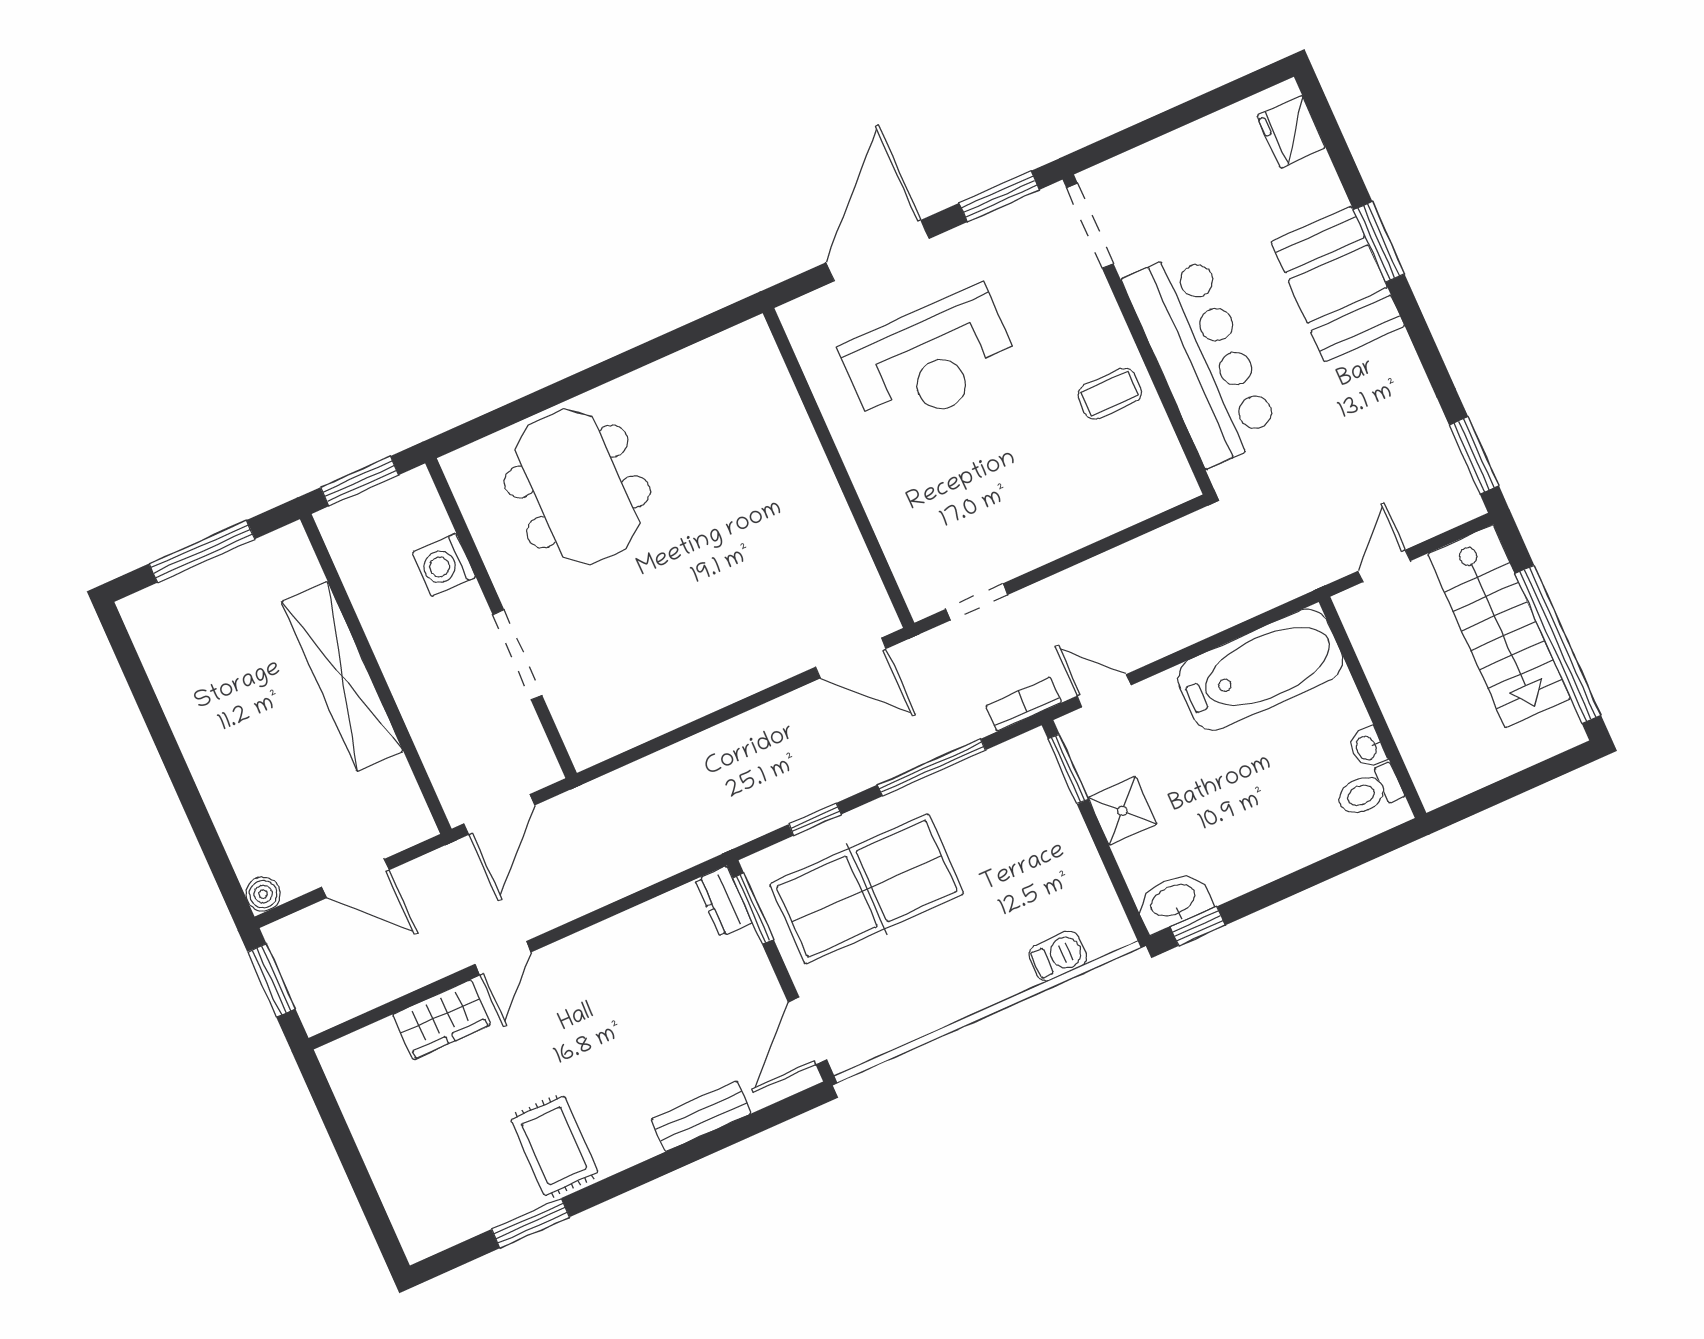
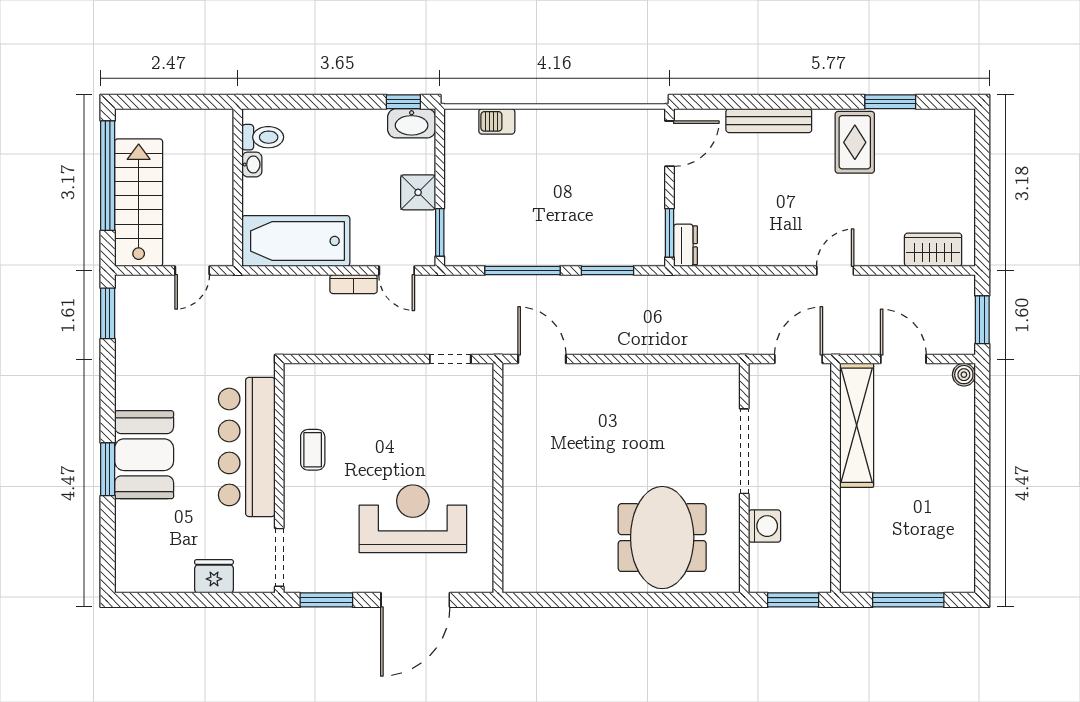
fridge: (1291, 132) -> (214, 576), moved, turned -90
coffee table: (1110, 394) -> (313, 450), turned 90
doorway: (517, 655) -> (744, 451), width x1.36
shelving: (342, 676) -> (857, 425), moved
bookcase: (1024, 704) -> (354, 284), moved
window: (815, 819) -> (608, 271), width x1.50
table tennis table: (867, 889) -> (595, 214), removed
wardrobe: (442, 1020) -> (933, 250), moved
bench: (701, 1116) -> (769, 121), width x1.36

